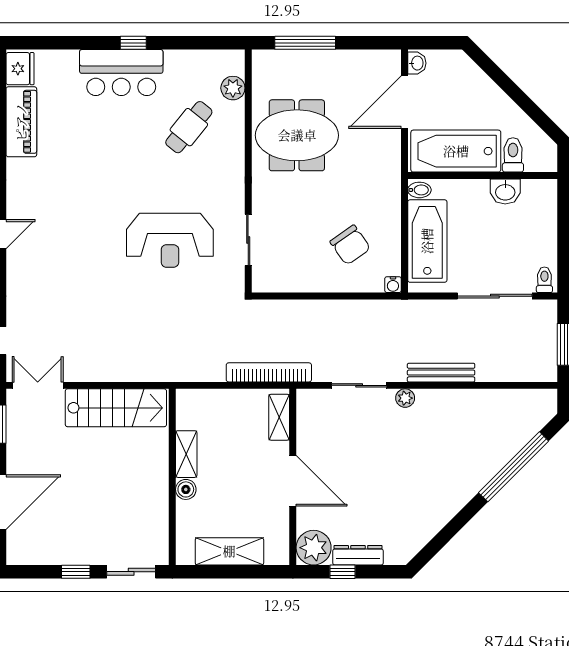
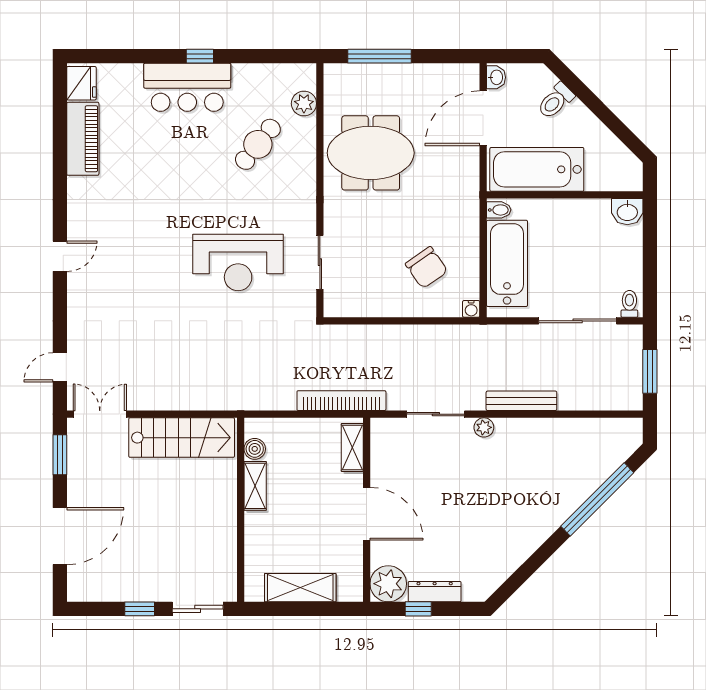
toilet: (513, 155) -> (556, 101), moved, turned -135
washbasin: (505, 192) -> (627, 212), moved
boiler: (186, 489) -> (255, 449), moved

